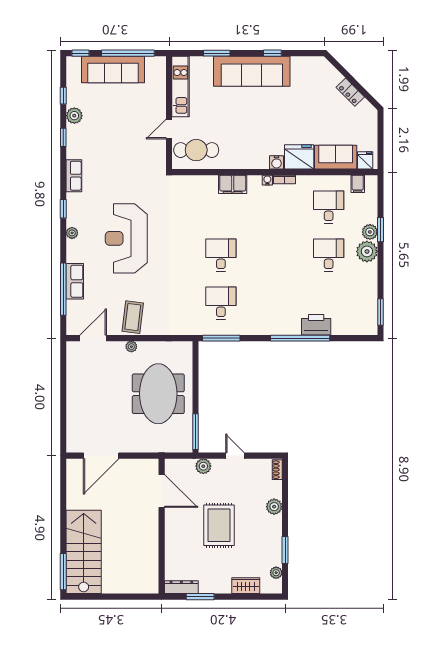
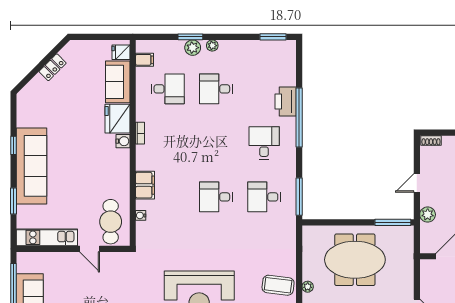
water cooler: (267, 180) -> (141, 215), moved
desk: (329, 207) -> (168, 89), turned 180
plant: (367, 251) -> (212, 46), width x0.53, depth x0.53
desk: (275, 303) -> (264, 143), added

